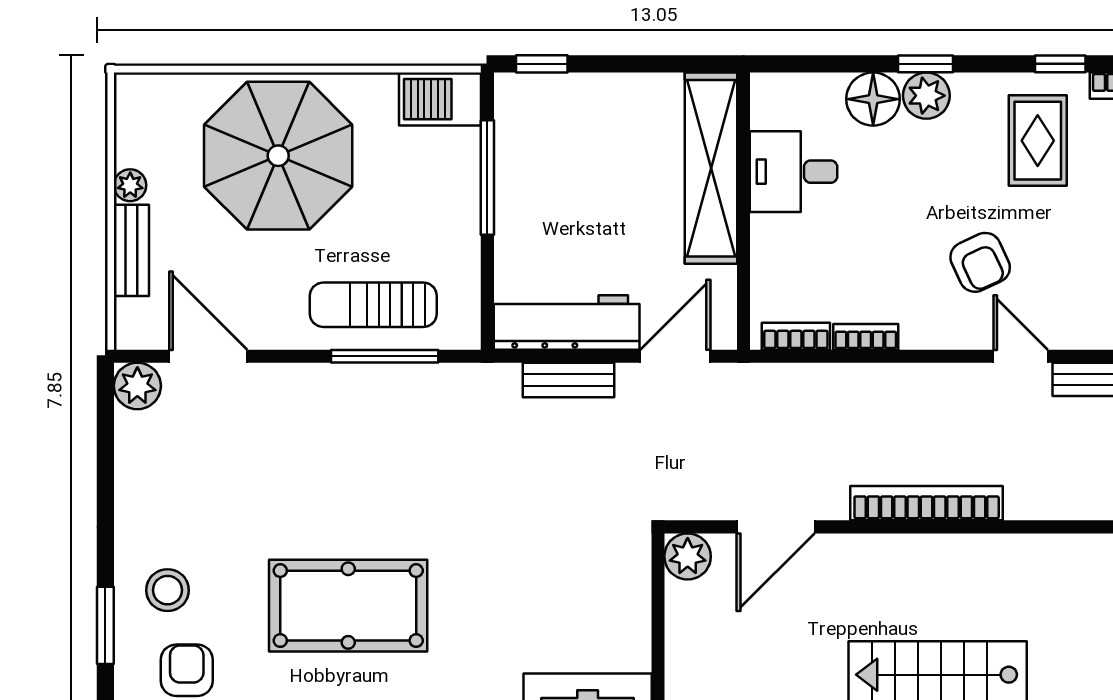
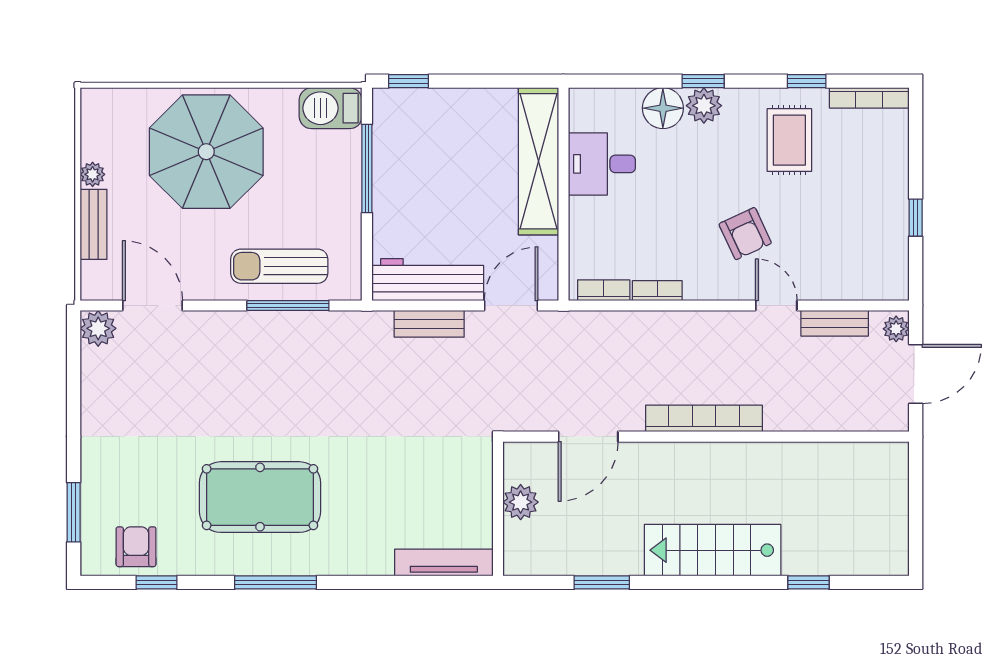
plant: (688, 556) -> (521, 502), moved
stool: (167, 590) -> (121, 485), removed

